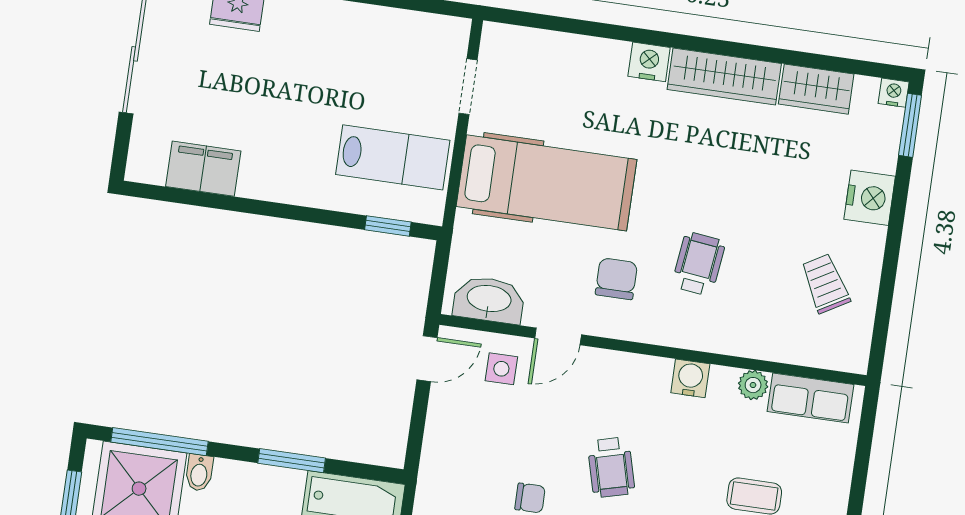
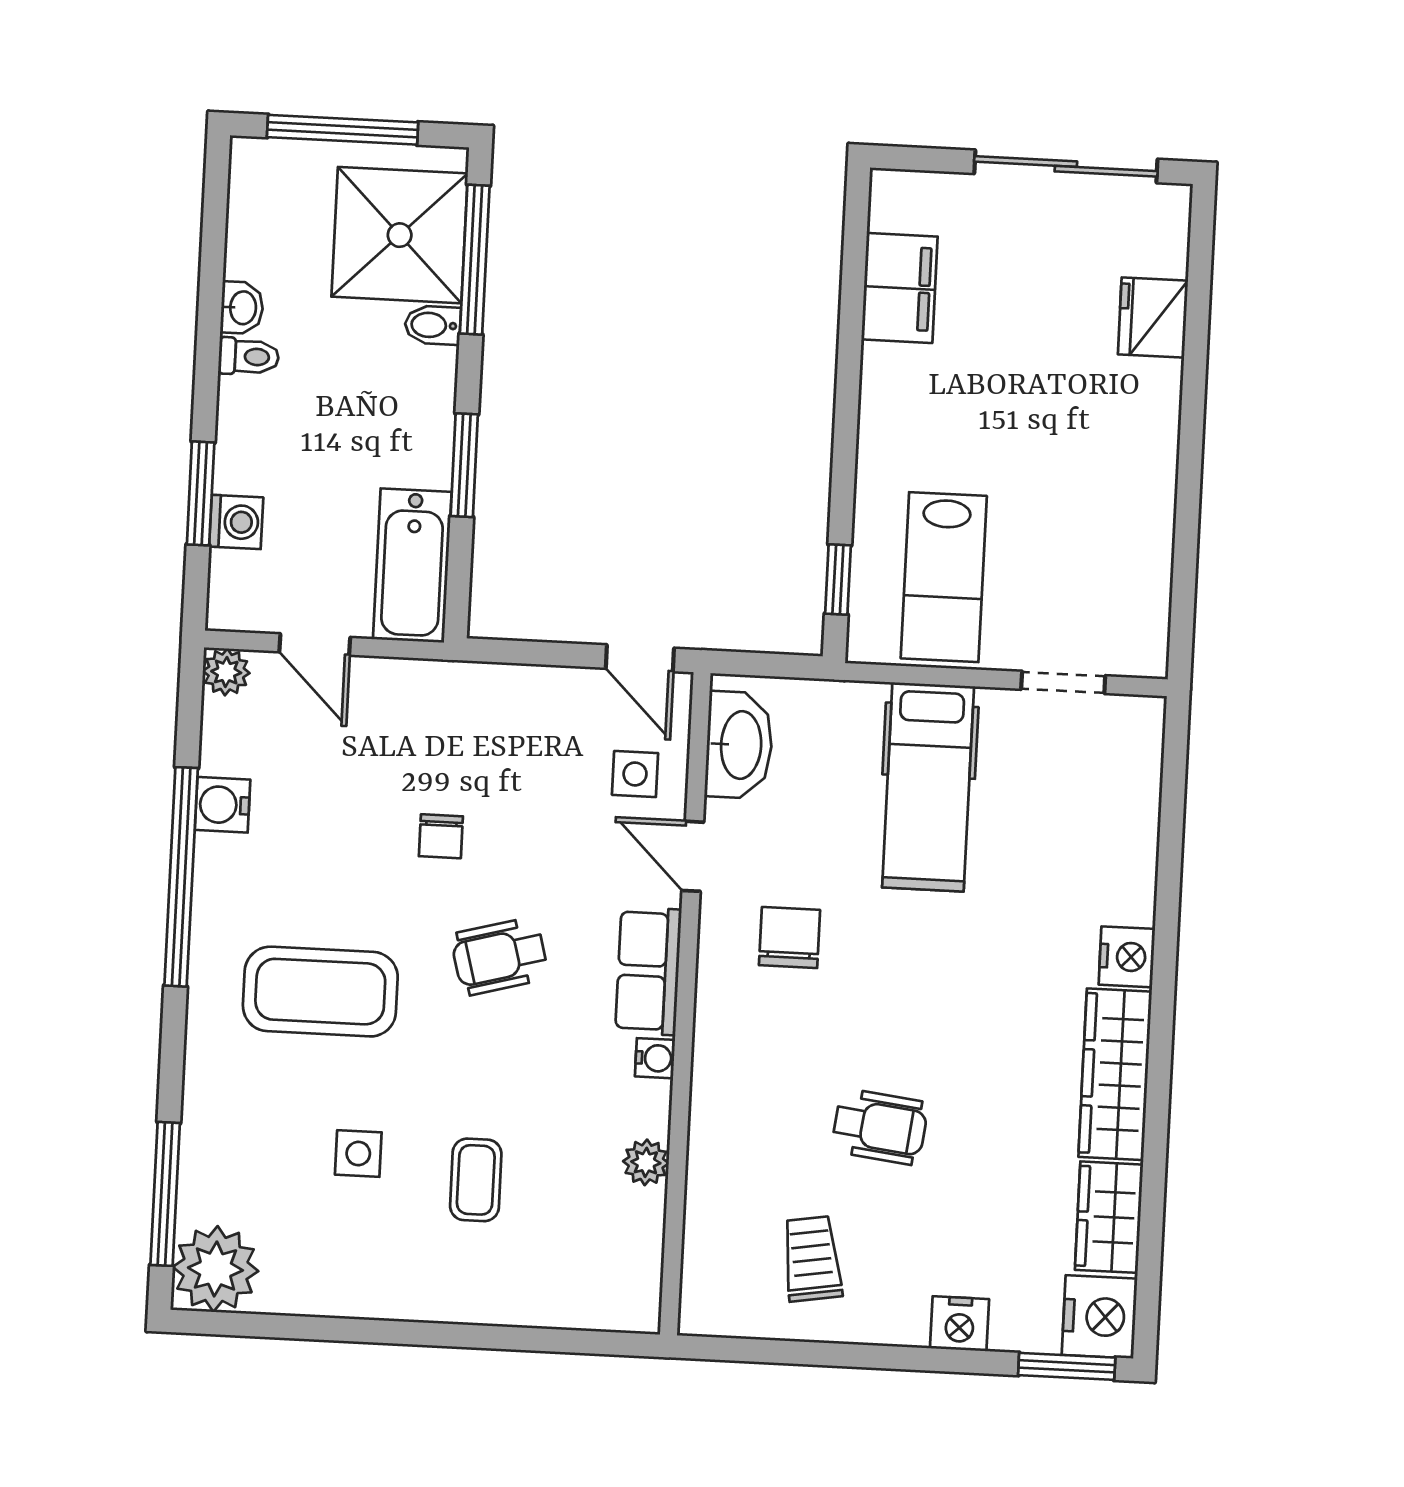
nightstand: (894, 93) -> (1100, 1317), width x1.89, depth x1.79
hospital bed: (547, 183) -> (928, 787), width x0.73, depth x0.78
nightstand: (870, 198) -> (960, 1324), width x0.74, depth x0.75
wheelchair: (698, 264) -> (880, 1127), moved
chair: (616, 279) -> (790, 938), turned -90
trolley: (825, 284) -> (812, 1259), turned -69
water cooler: (690, 378) -> (655, 1058), width x0.72, depth x0.72
row of seats: (810, 398) -> (648, 971), moved

